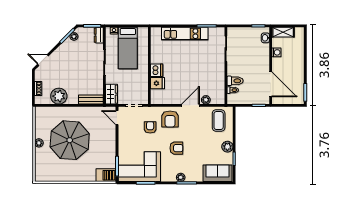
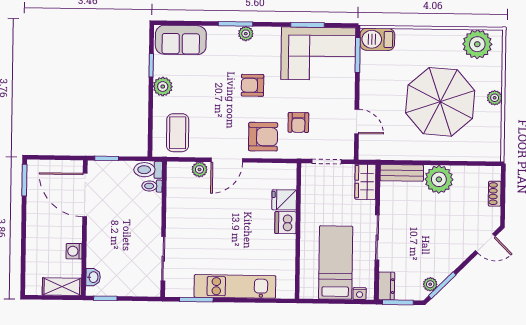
toilet: (235, 81) -> (148, 170), moved
plant: (59, 96) -> (439, 179), moved
door: (117, 118) -> (357, 121), moved
armchair: (170, 119) -> (263, 137), turned 90
plant: (49, 173) -> (477, 44), added

